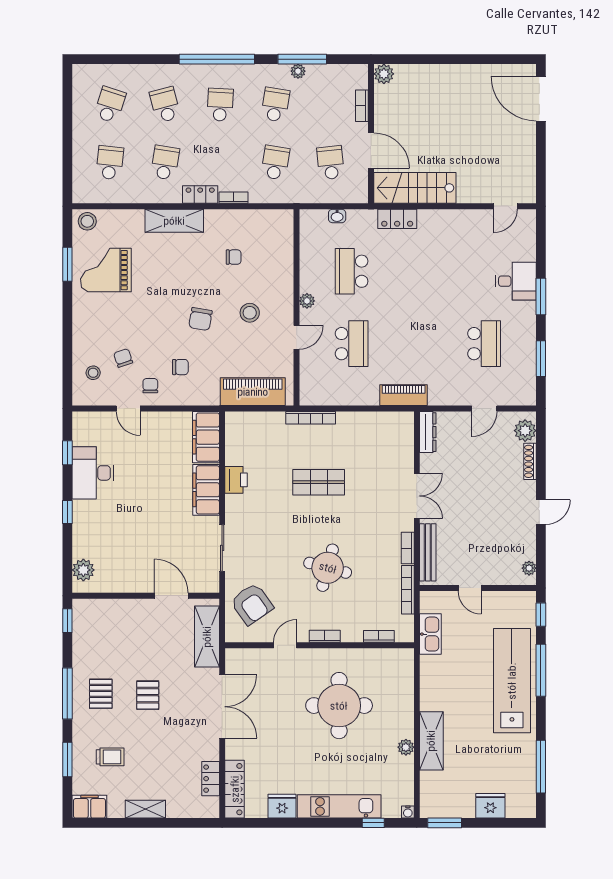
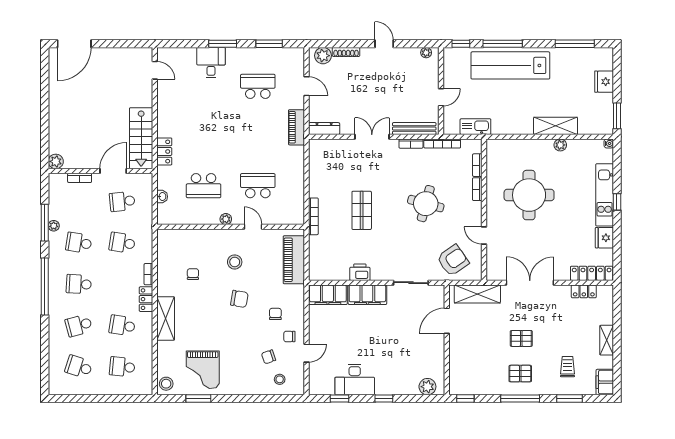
piano: (404, 395) -> (296, 127), moved
bookcase: (325, 636) -> (477, 189), moved
window: (373, 823) -> (617, 202), moved

